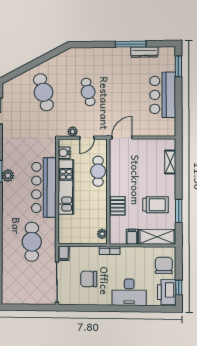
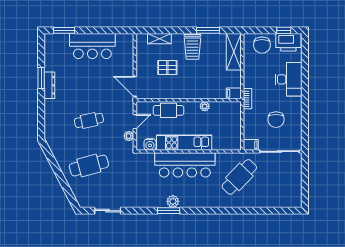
window: (131, 44) -> (41, 78), width x0.69
dresser: (144, 52) -> (49, 85), moved
door: (87, 138) -> (135, 122), hinge flipped
trolley: (155, 205) -> (192, 47), moved, turned 180
pallet: (118, 206) -> (167, 68), moved
plant: (102, 234) -> (205, 106), moved
filing cabinet: (132, 237) -> (234, 93), moved
cafe table: (32, 242) -> (239, 177), turned -46
chair: (164, 265) -> (262, 45), turned -90

